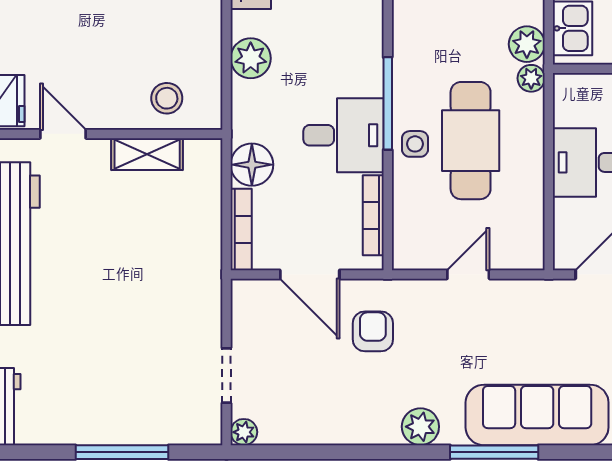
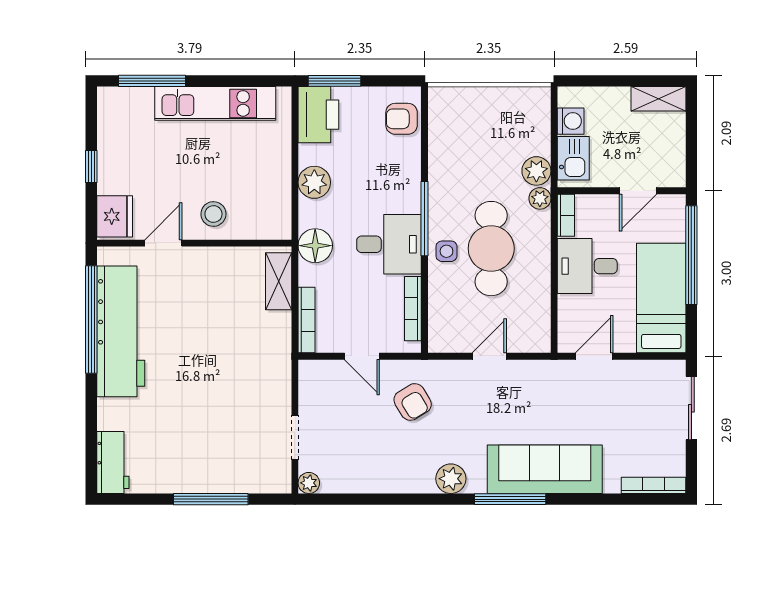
stool: (167, 98) -> (213, 214), moved
bookcase: (563, 99) -> (566, 215), added
door: (63, 134) -> (163, 243), hinge flipped
shelving: (147, 154) -> (279, 281), moved, turned 90
floor lamp: (252, 165) -> (315, 246), moved
door: (310, 274) -> (362, 356), width x0.73
armchair: (373, 331) -> (413, 402), turned 149

